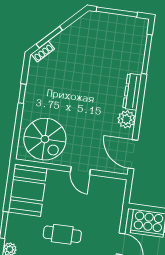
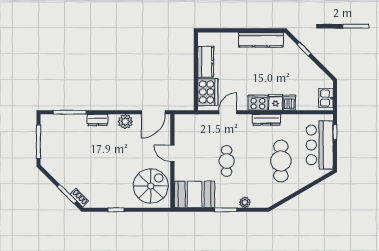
dresser: (132, 92) -> (98, 120), width x0.70
door: (80, 171) -> (172, 153), swing flipped

